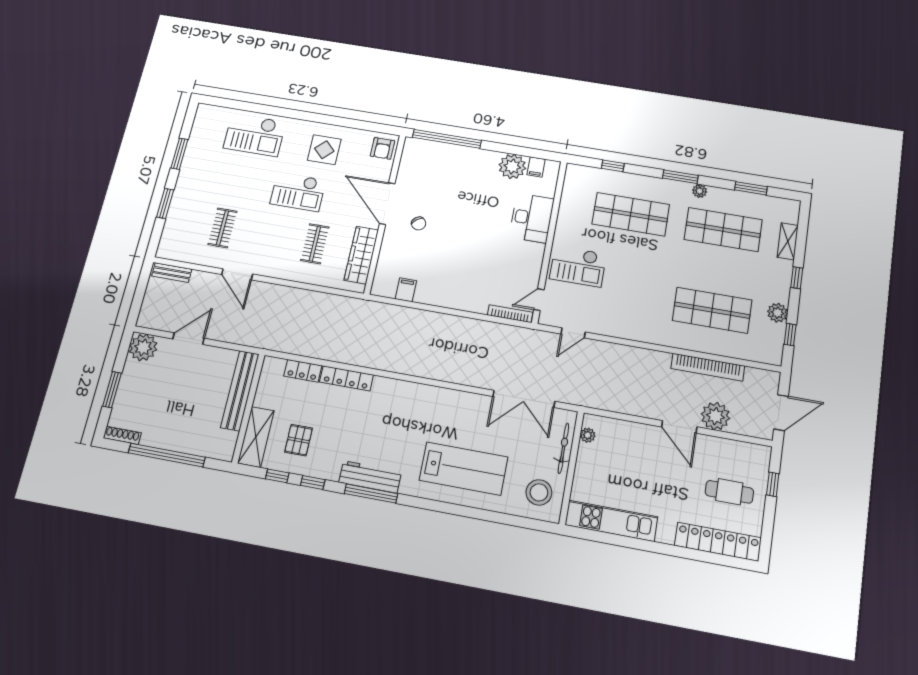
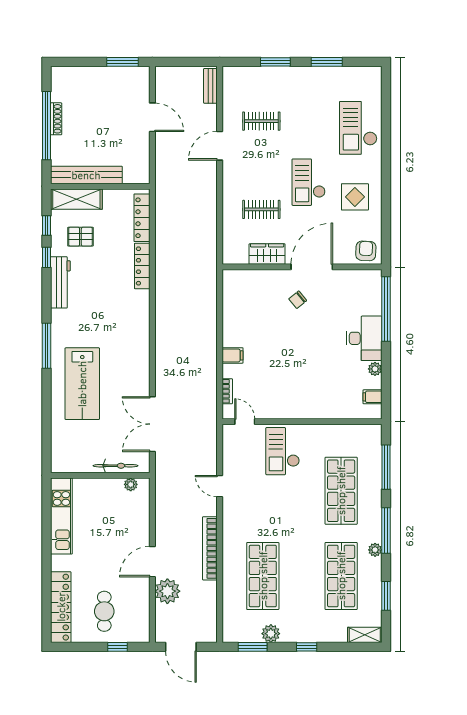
armchair: (382, 148) -> (366, 251), turned 93
plant: (512, 166) -> (375, 369), width x0.53, depth x0.53
window: (613, 166) -> (386, 467), width x2.17
window: (680, 177) -> (386, 530), width x1.44
desk: (532, 218) -> (364, 338), moved, turned -90
shelving: (788, 241) -> (365, 635), moved
wardrobe: (361, 255) -> (267, 254), width x0.67
filing cabinet: (406, 290) -> (233, 355), moved
bookcase: (510, 314) -> (227, 391), width x0.64
door: (573, 333) -> (220, 486), moved
window: (790, 335) -> (253, 647), width x1.50
plant: (143, 347) -> (137, 79), removed
bookcase: (708, 367) -> (210, 548), moved
locker: (303, 371) -> (142, 218), width x1.53
window: (112, 390) -> (122, 62), moved
bench: (240, 391) -> (86, 175), moved
shoe rack: (122, 435) -> (56, 119), moved
workbench: (370, 477) -> (60, 282), moved
stool: (539, 492) -> (74, 451), removed
window: (371, 494) -> (46, 346), moved

